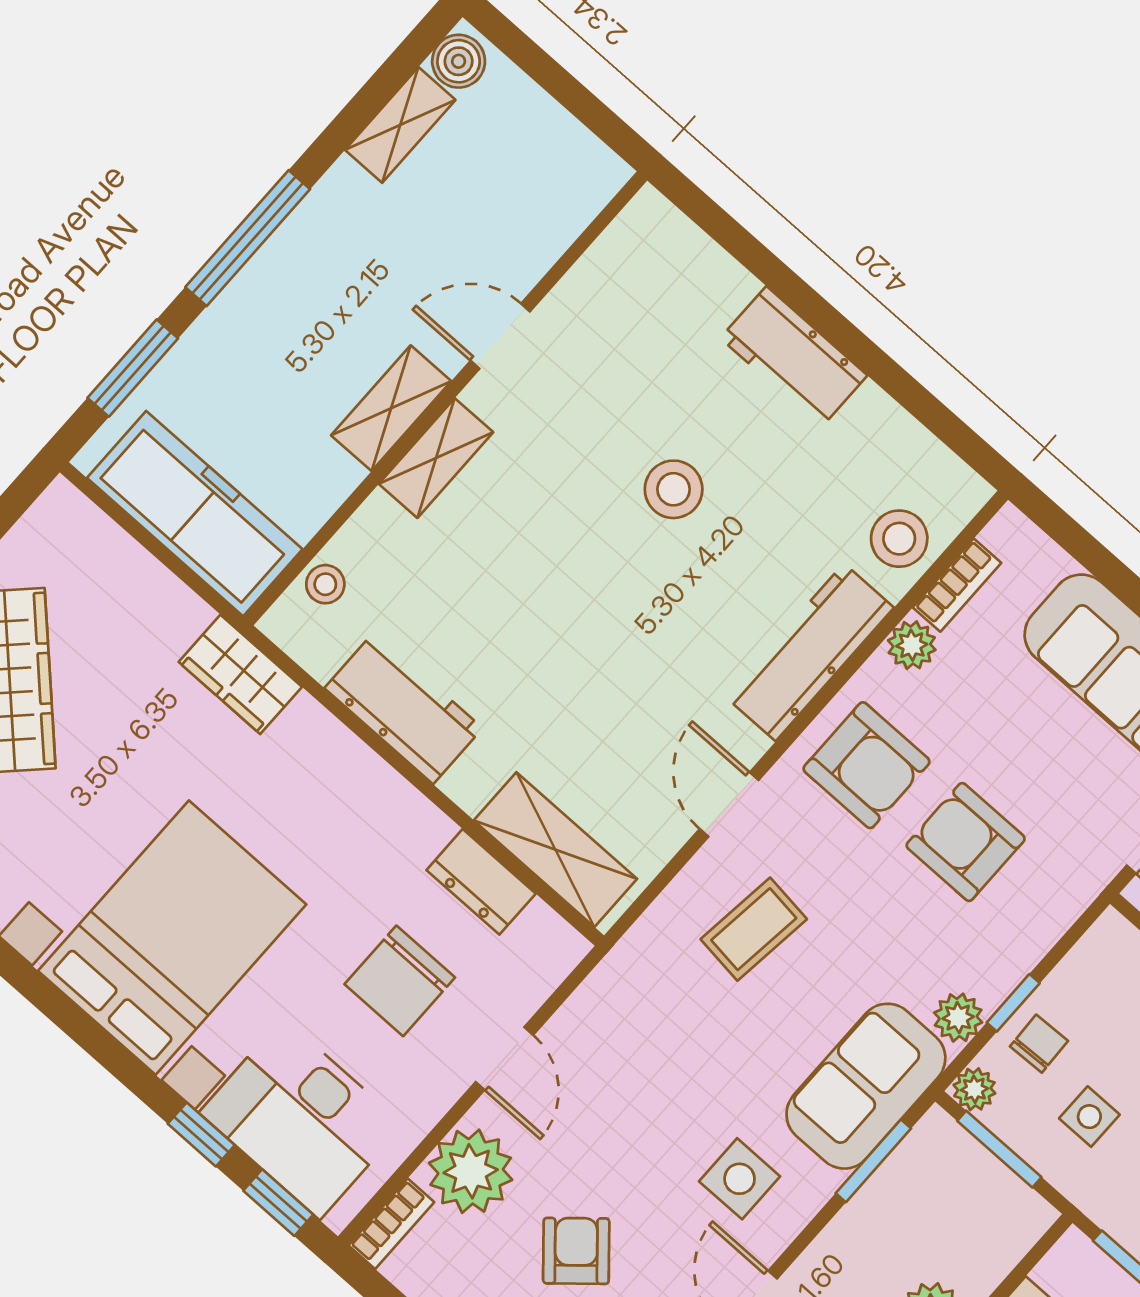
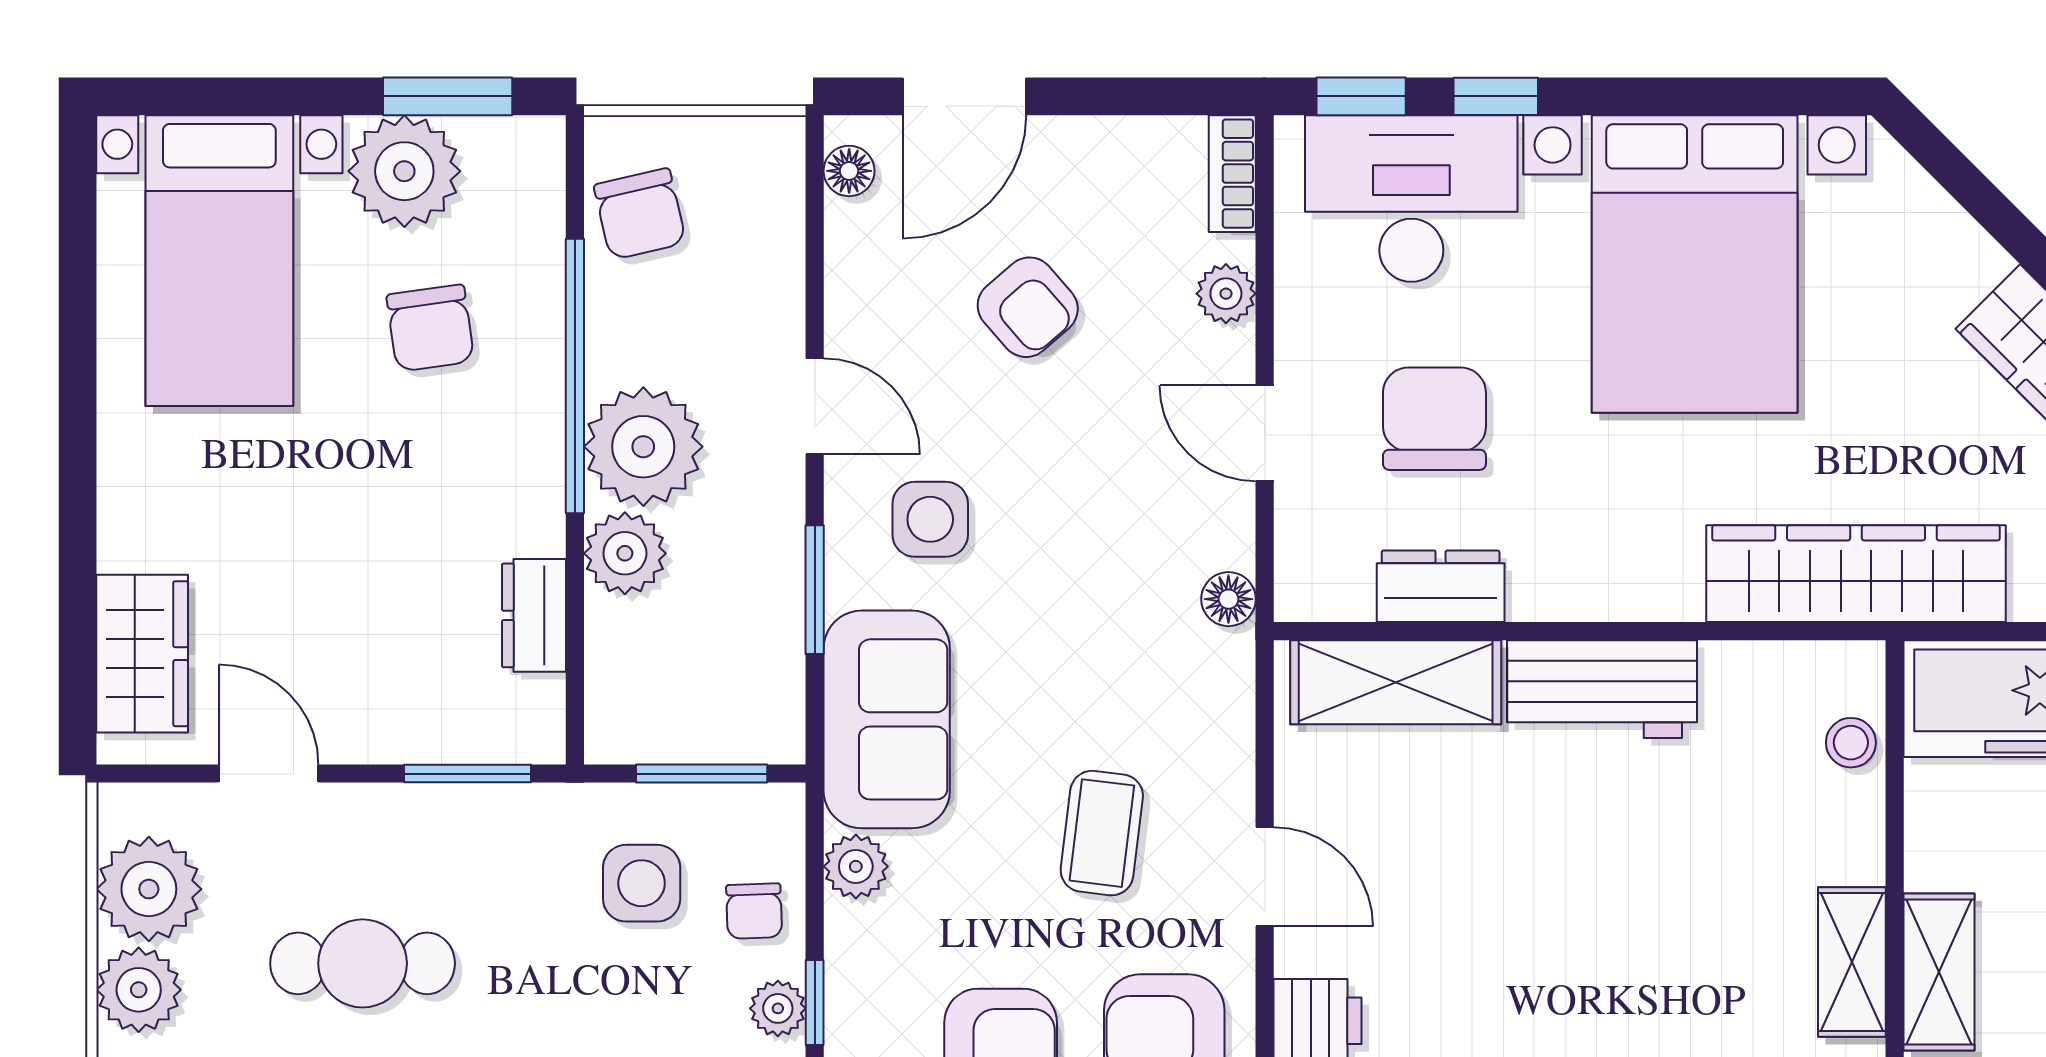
wardrobe: (240, 674) -> (1856, 574), width x2.10, depth x1.17
workbench: (403, 708) -> (1602, 689), moved
coffee table: (754, 929) -> (1102, 833), moved
floor lamp: (609, 982) -> (1228, 599), added
window: (1013, 1003) -> (815, 1002), moved
plant: (974, 1089) -> (778, 1008), moved
side table: (1089, 1117) -> (642, 883), width x1.37, depth x1.37
window: (873, 1161) -> (815, 590), moved
plant: (471, 1171) -> (1226, 294), width x0.53, depth x0.53

